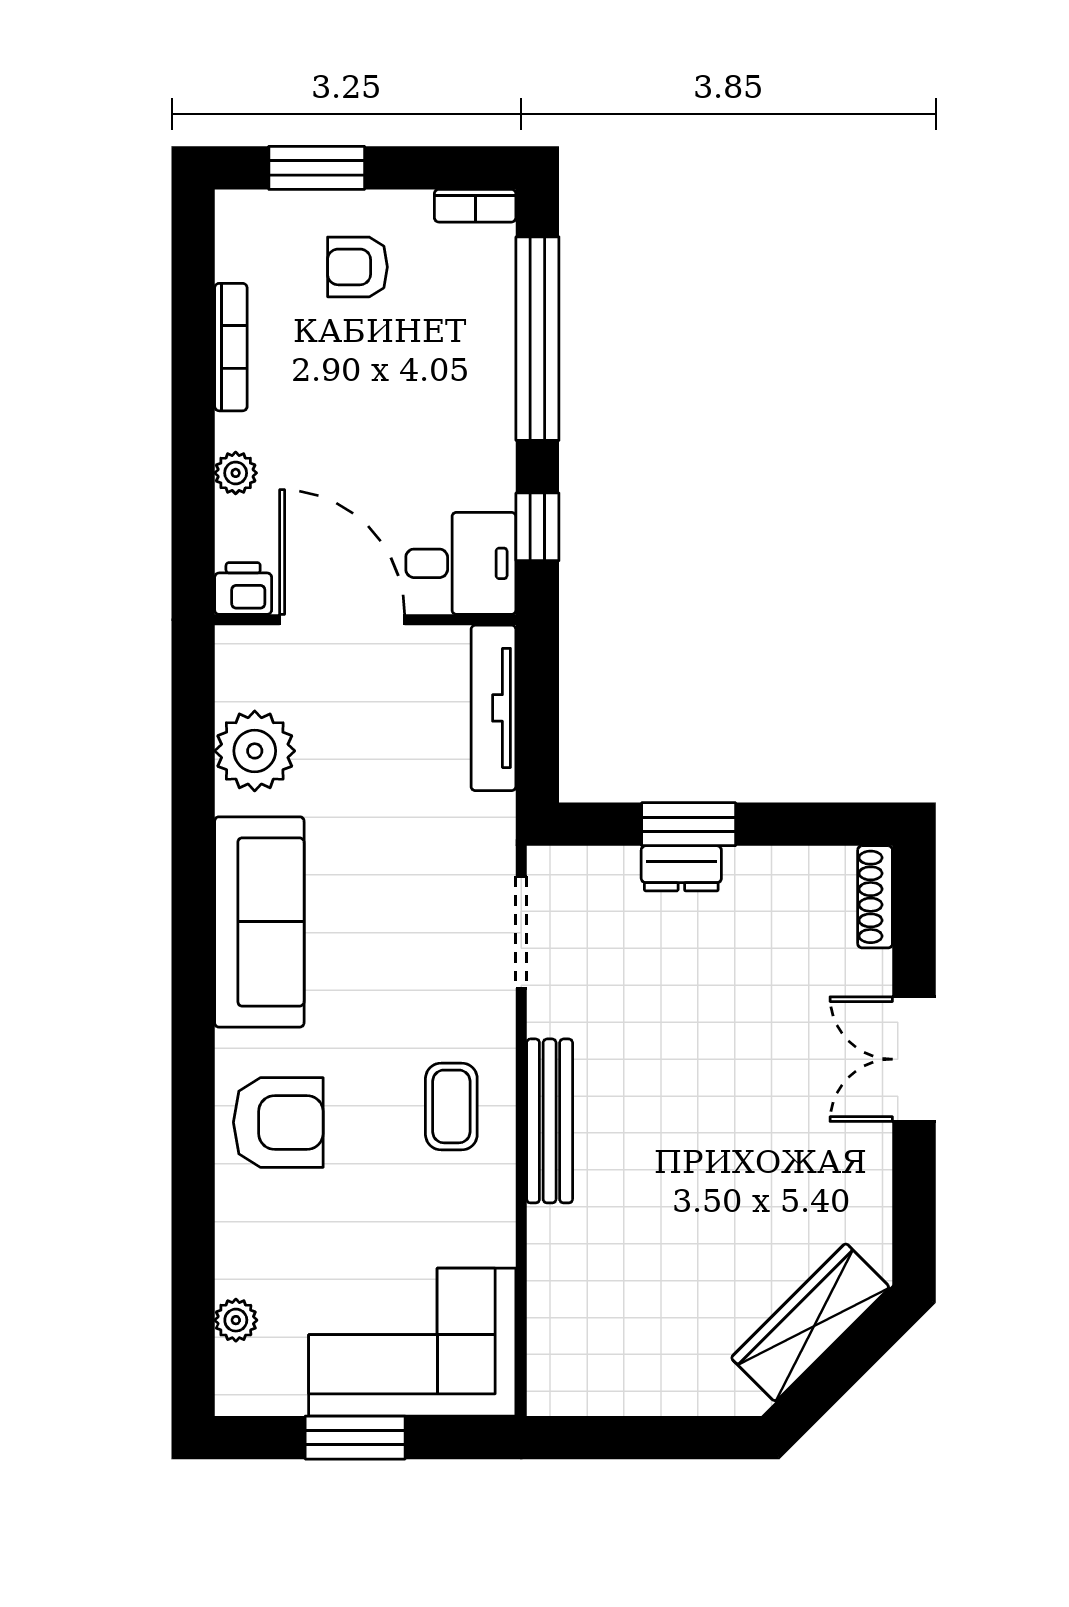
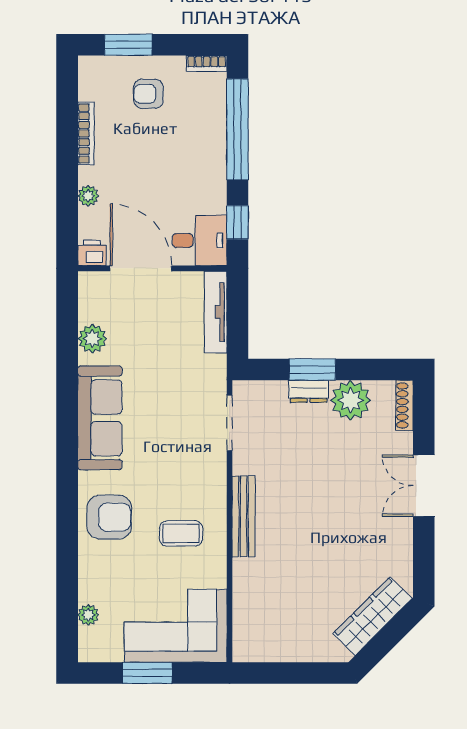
plant: (255, 751) -> (92, 339), width x0.73, depth x0.73
plant: (766, 886) -> (351, 400), added
coffee table: (451, 1106) -> (181, 533), moved, turned 90

